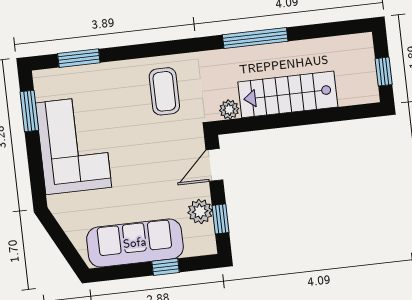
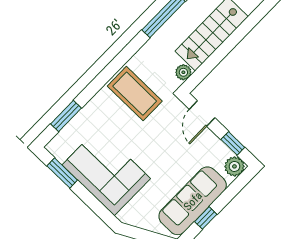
coffee table: (164, 91) -> (135, 94), width x1.36, depth x1.32
plant: (200, 211) -> (234, 166), moved
window: (166, 267) -> (206, 218), moved

